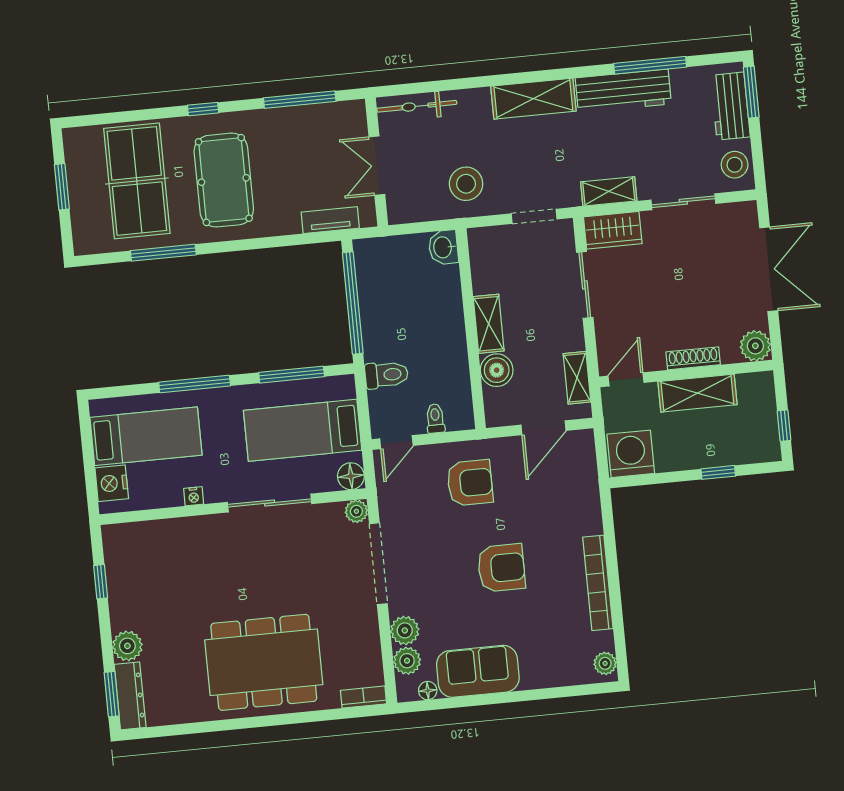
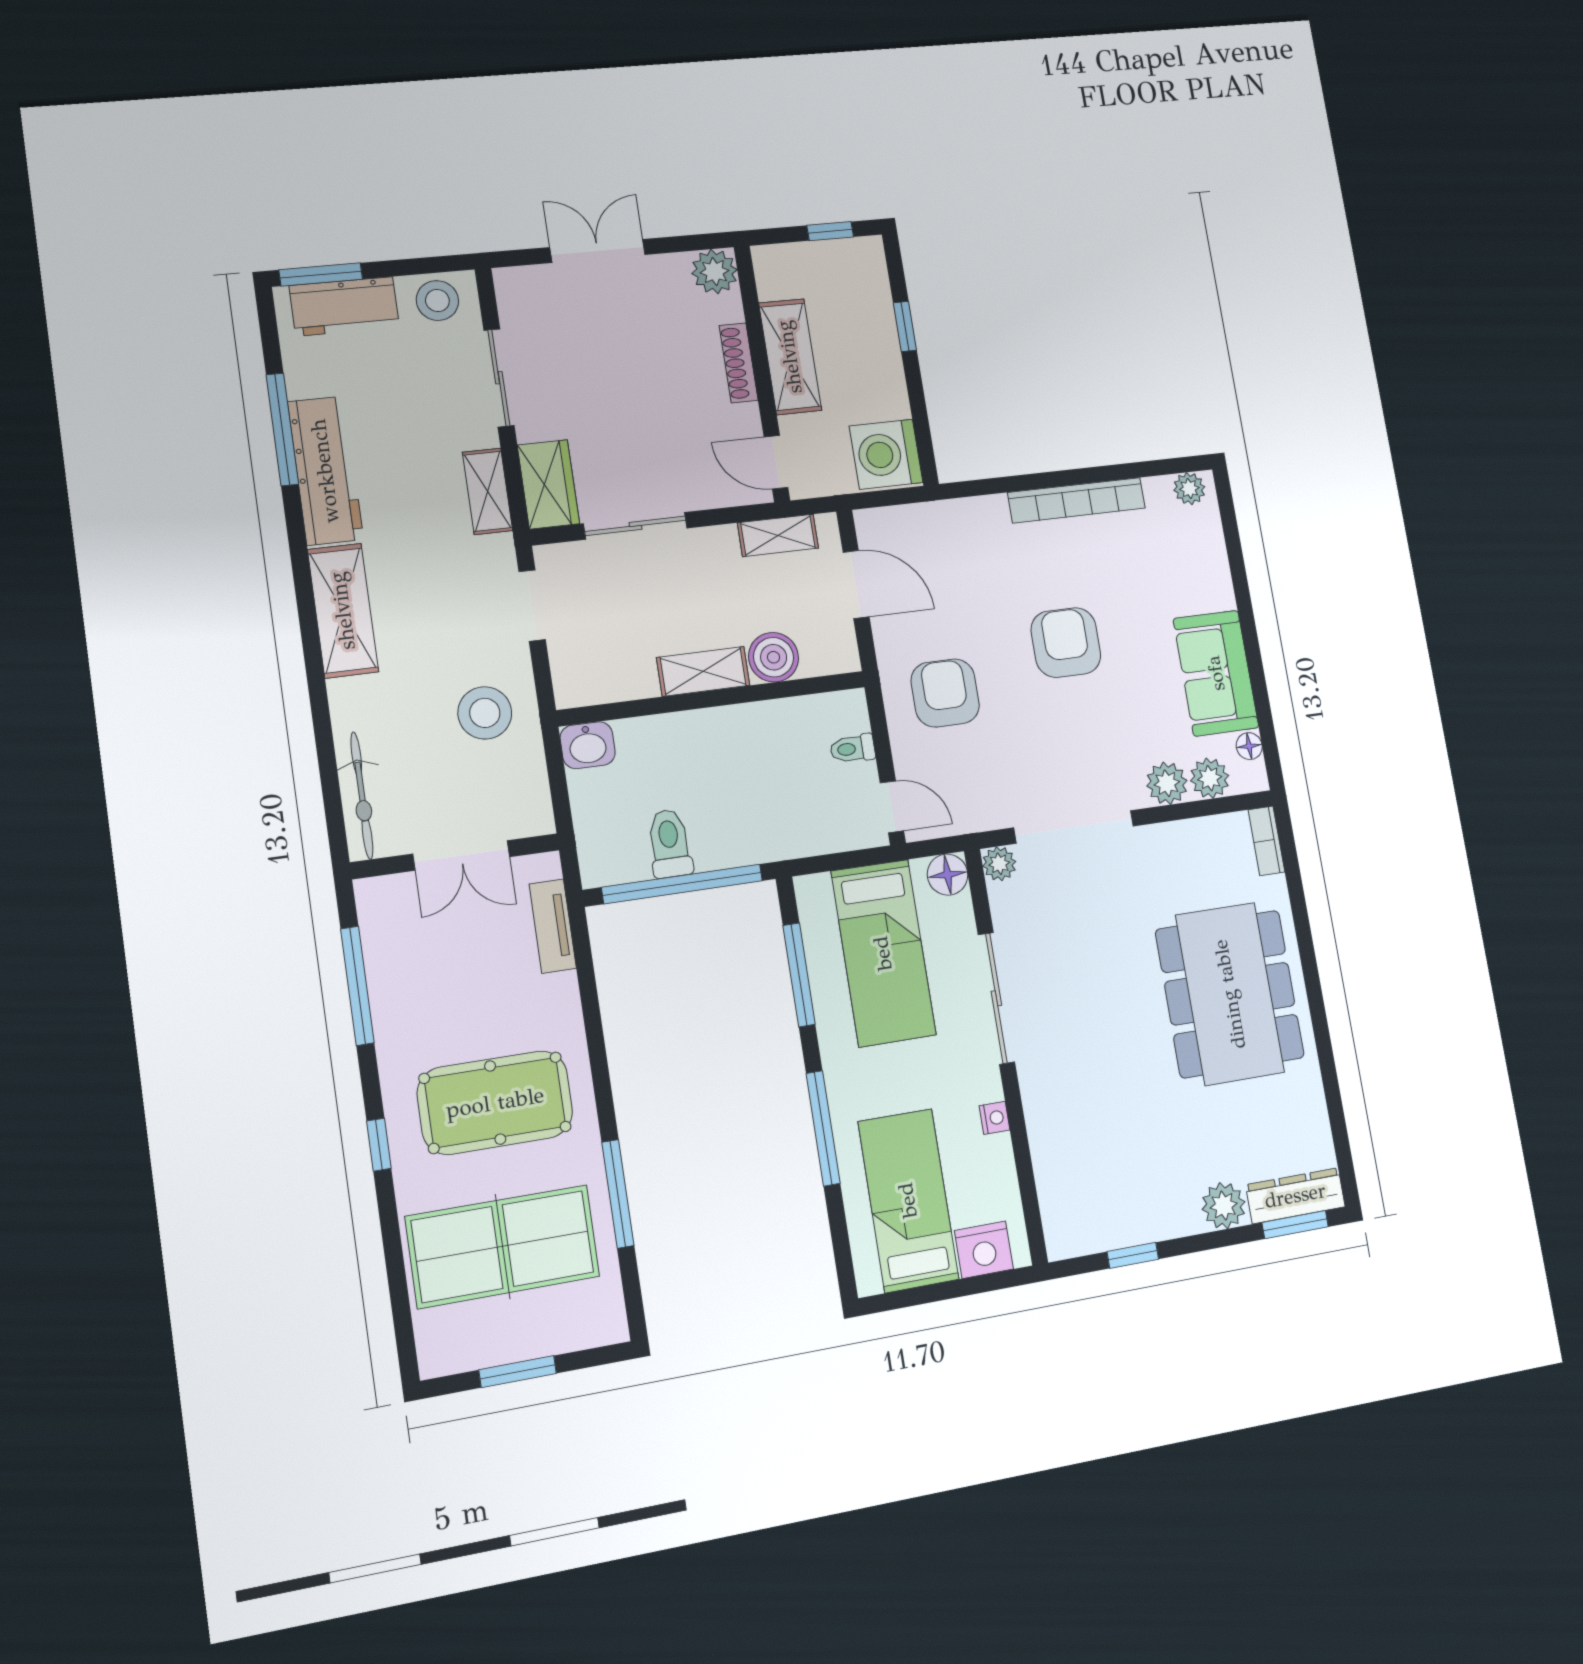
double door: (769, 269) -> (598, 251), width x0.73
toilet: (387, 375) -> (670, 843), moved

